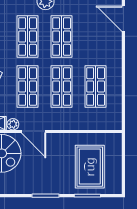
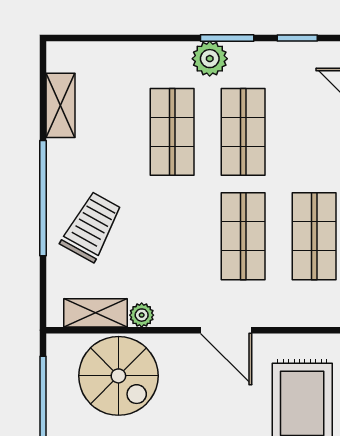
shop shelf: (28, 86) -> (172, 236), removed
door: (34, 131) -> (226, 330), moved

